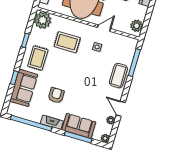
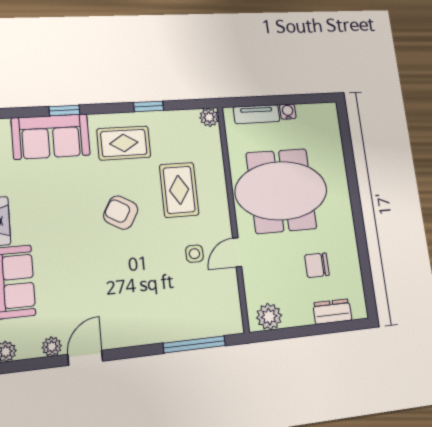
plant: (43, 20) -> (209, 117), width x0.53, depth x0.53
door: (104, 28) -> (237, 252), swing flipped
coffee table: (118, 76) -> (154, 322), removed
armchair: (56, 95) -> (121, 213), moved, turned -150

